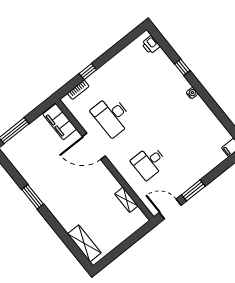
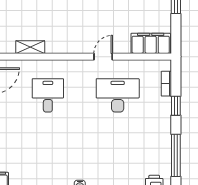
window: (121, 45) -> (176, 155), added
door: (94, 146) -> (103, 57), width x0.53

